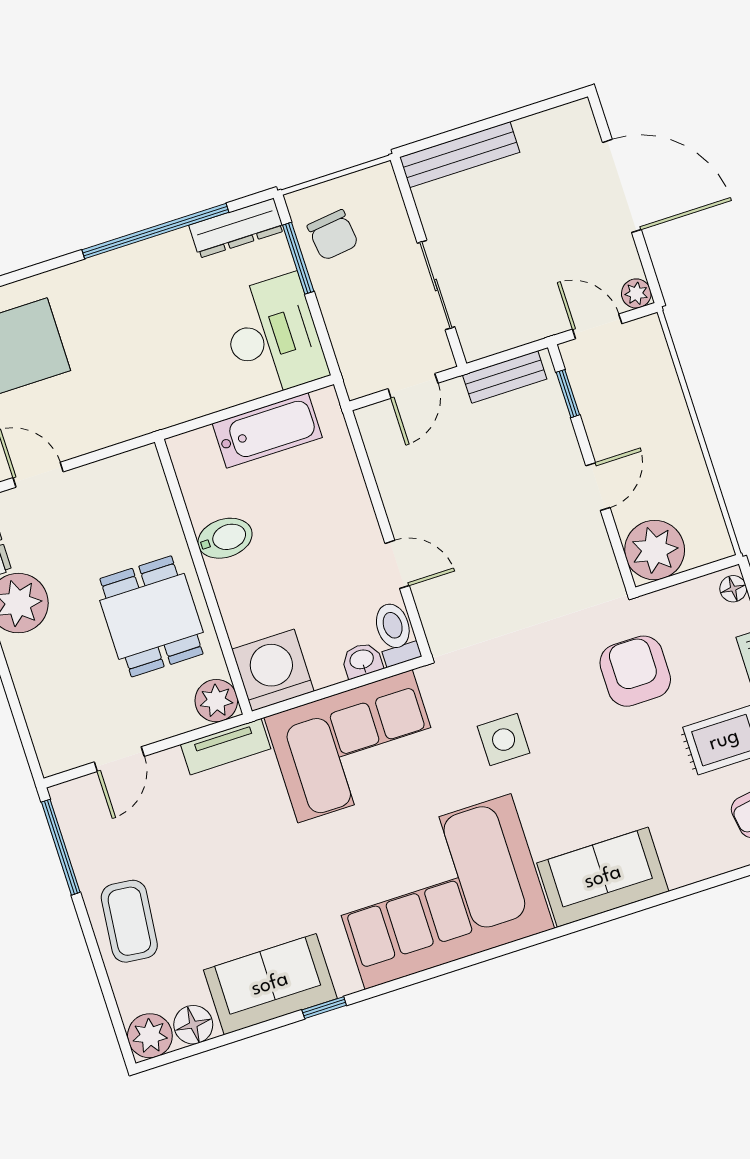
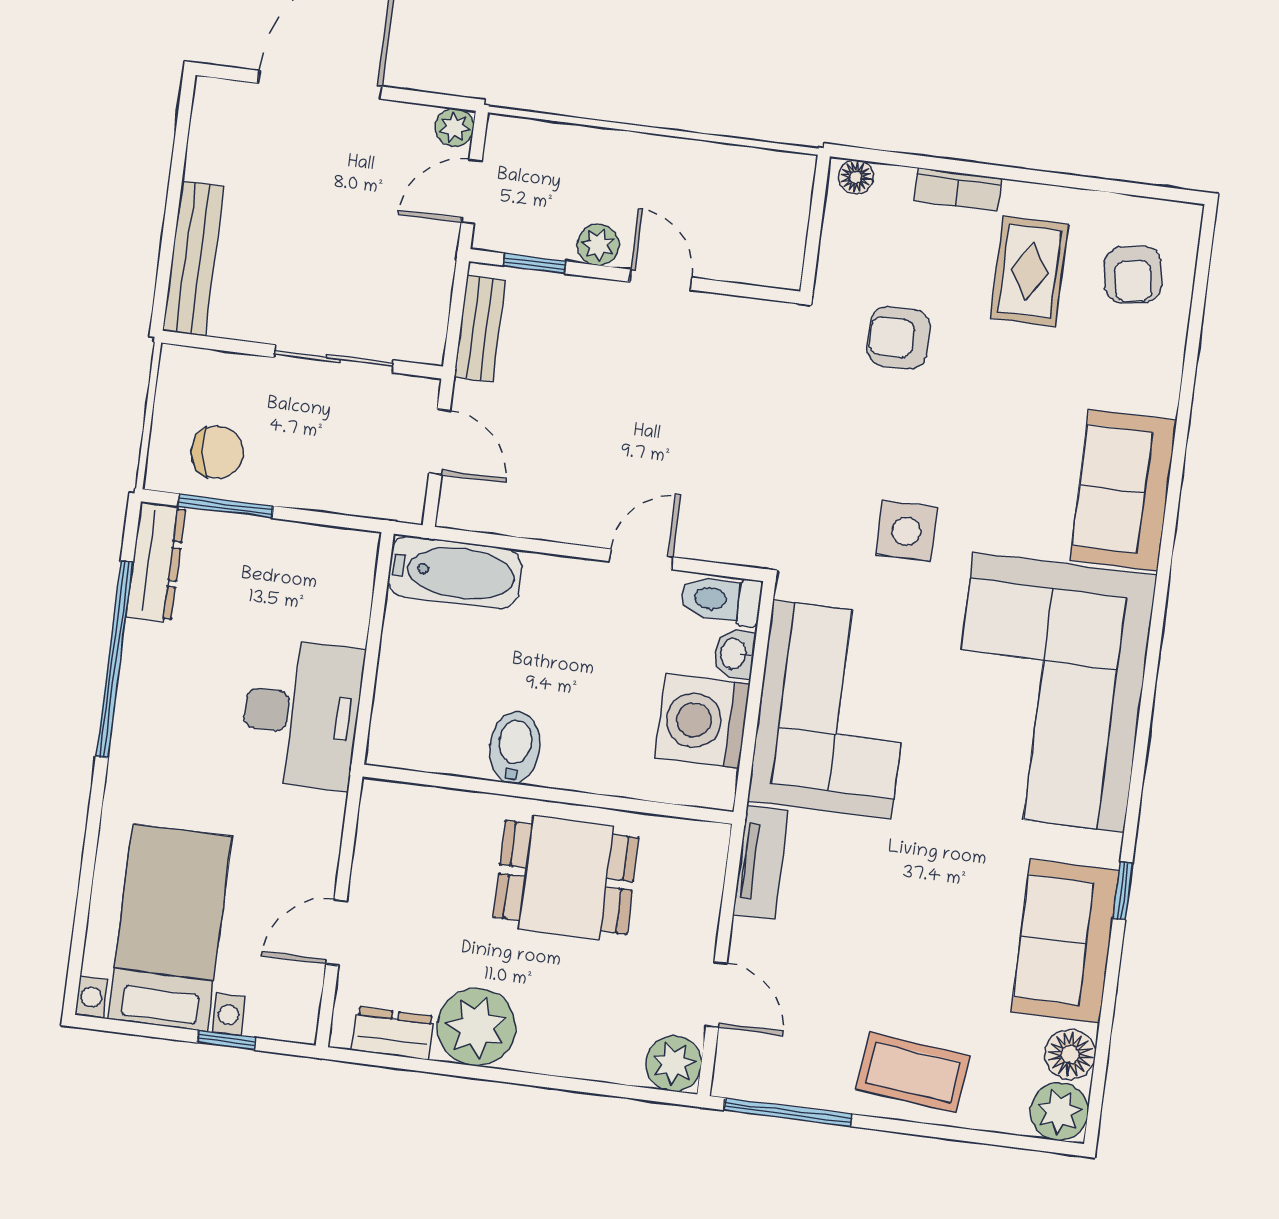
desk: (273, 336) -> (301, 714), moved, turned 90
bathtub: (267, 430) -> (454, 573), moved, turned 90
plant: (655, 550) -> (598, 245), moved, width x0.53, depth x0.53
washing machine: (273, 670) -> (702, 721), moved
armchair: (635, 671) -> (899, 338), width x0.72, depth x0.72
plant: (216, 701) -> (674, 1064), moved

